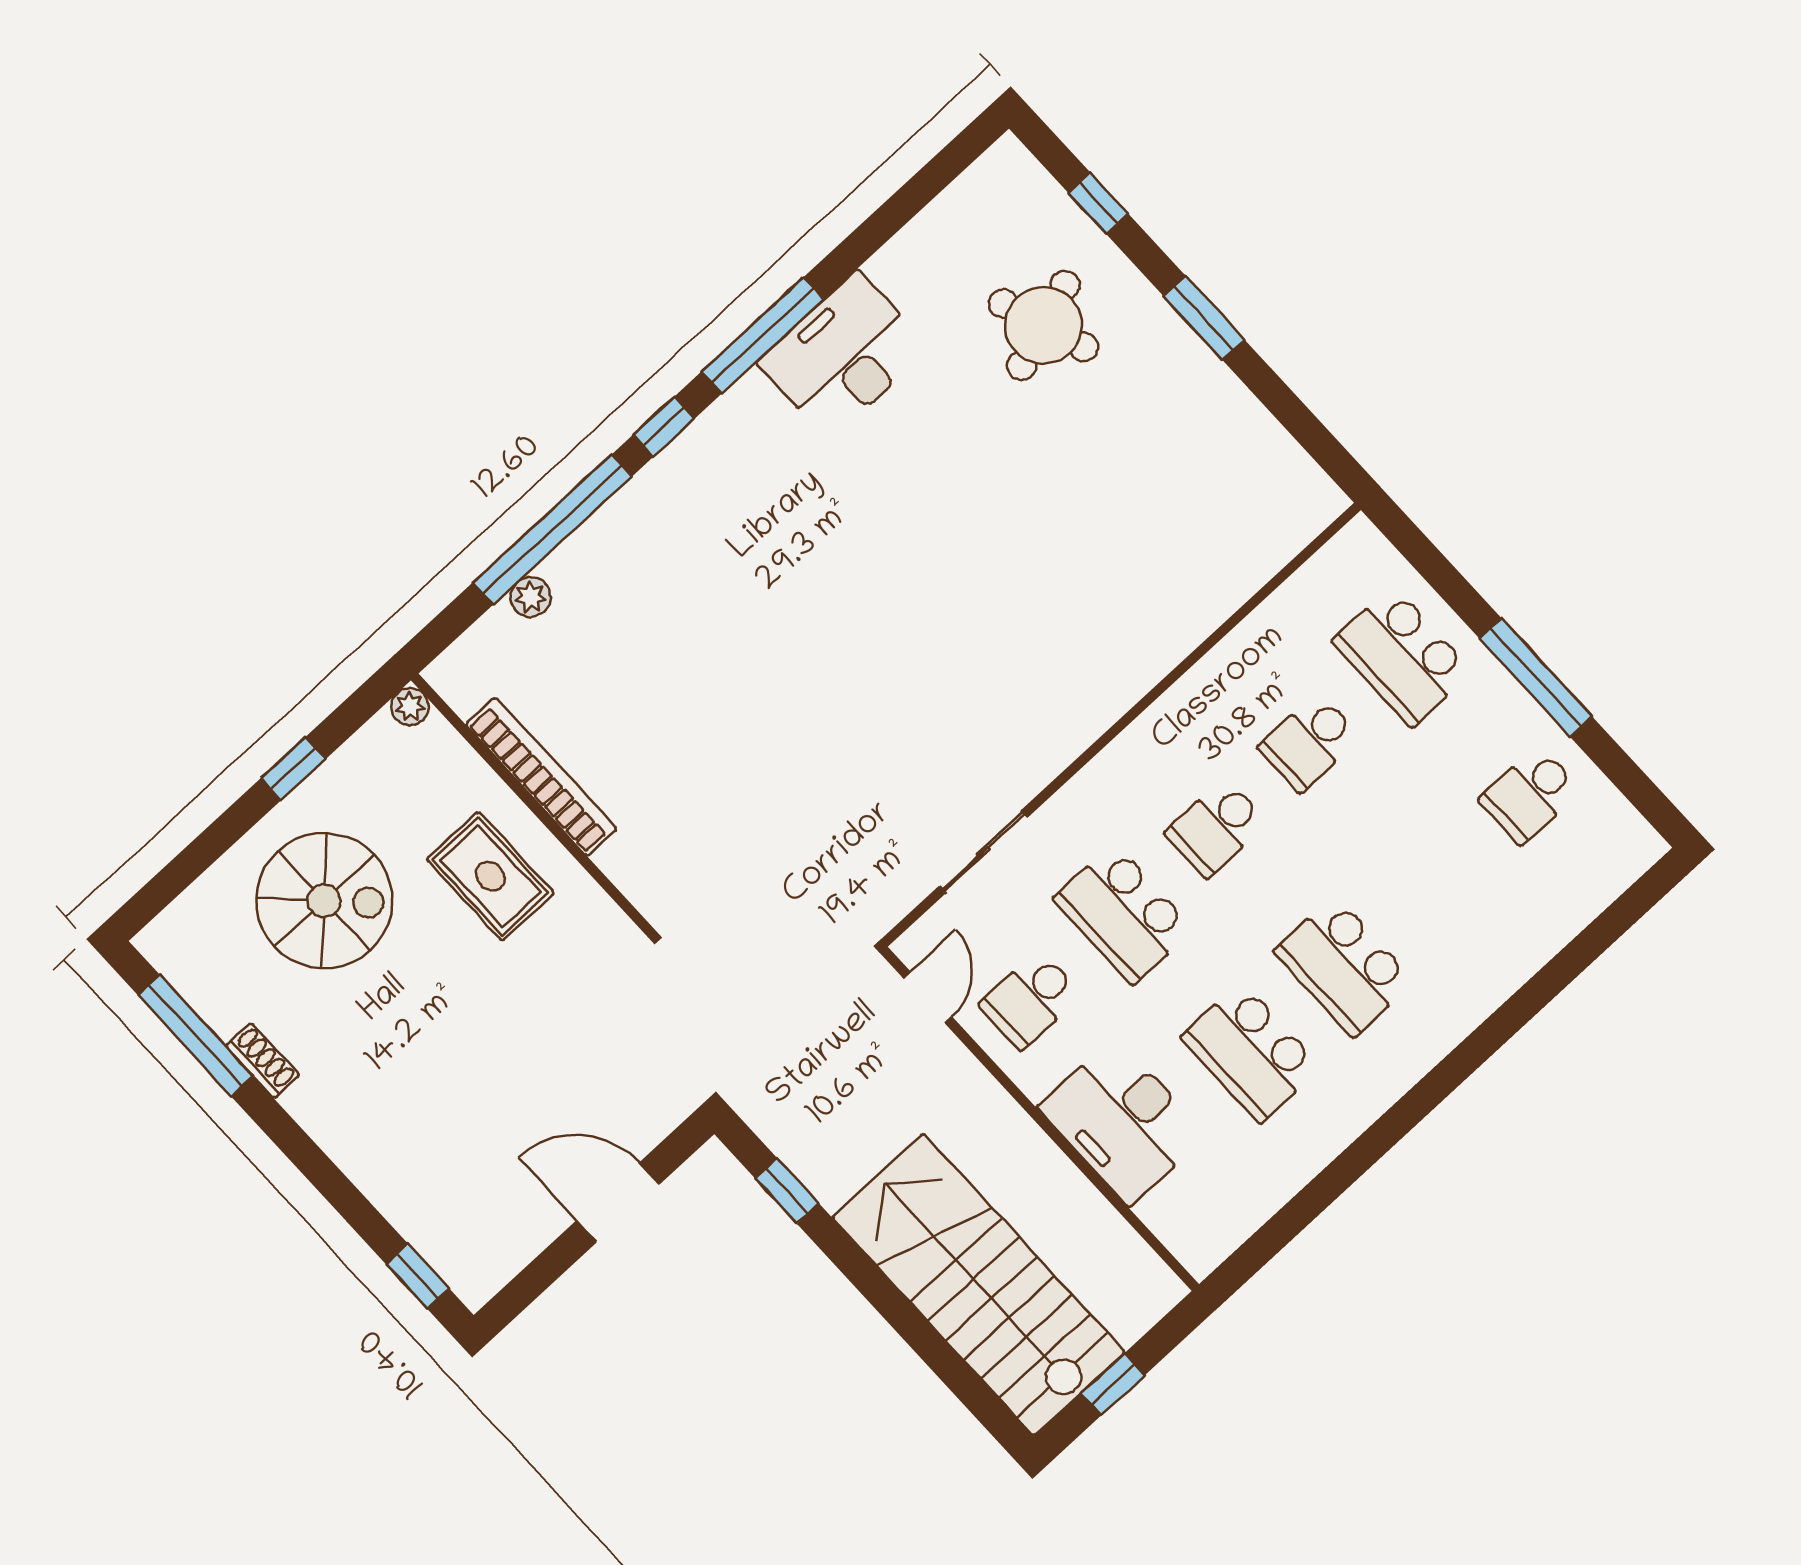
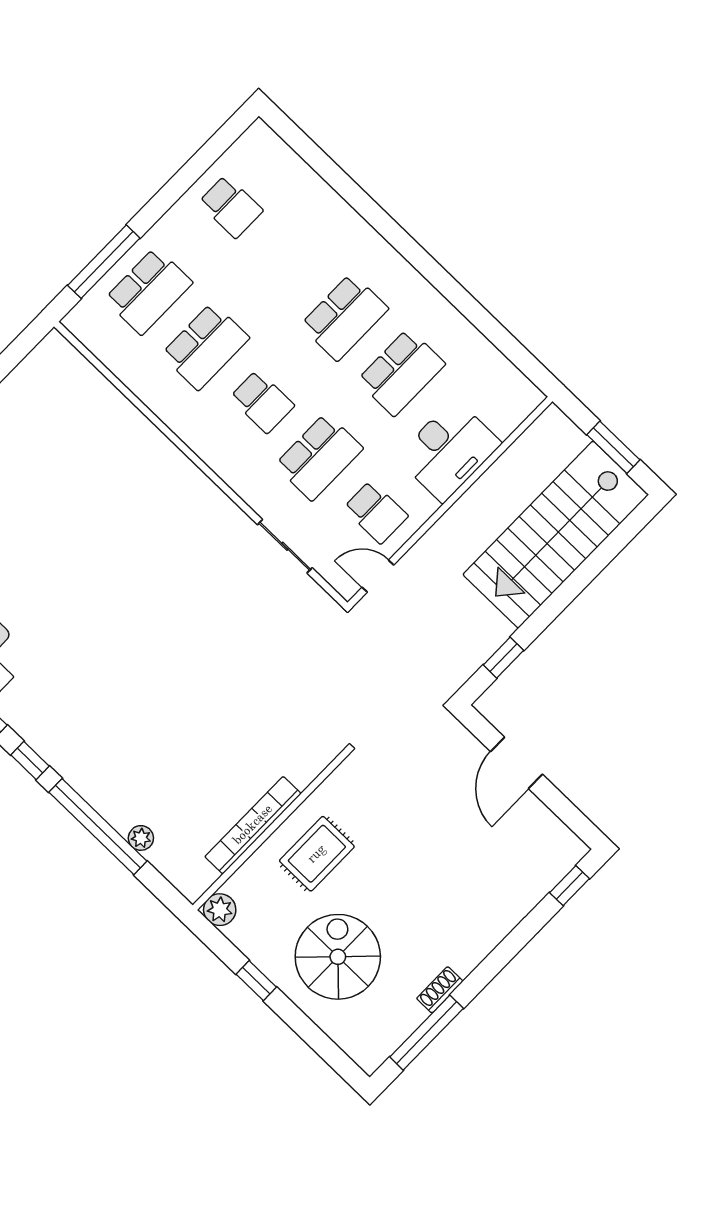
window: (1536, 677) -> (104, 262), moved
plant: (410, 707) -> (220, 910), width x1.38, depth x1.38
school desk: (1309, 742) -> (205, 346), width x1.85
window: (1113, 1384) -> (613, 447), width x1.50

